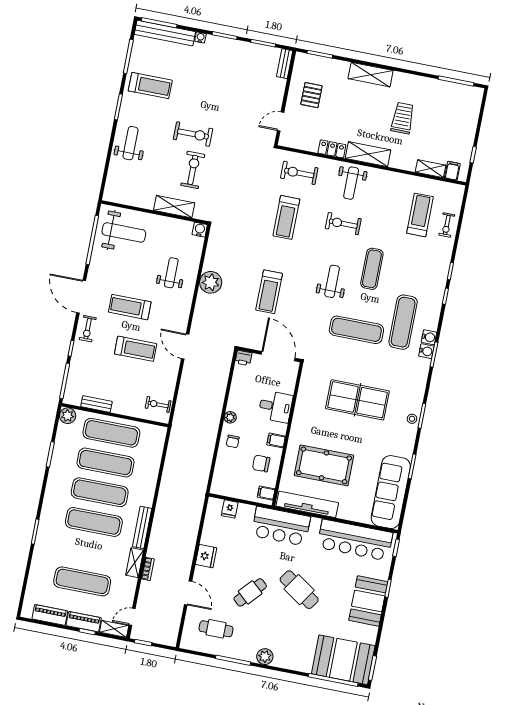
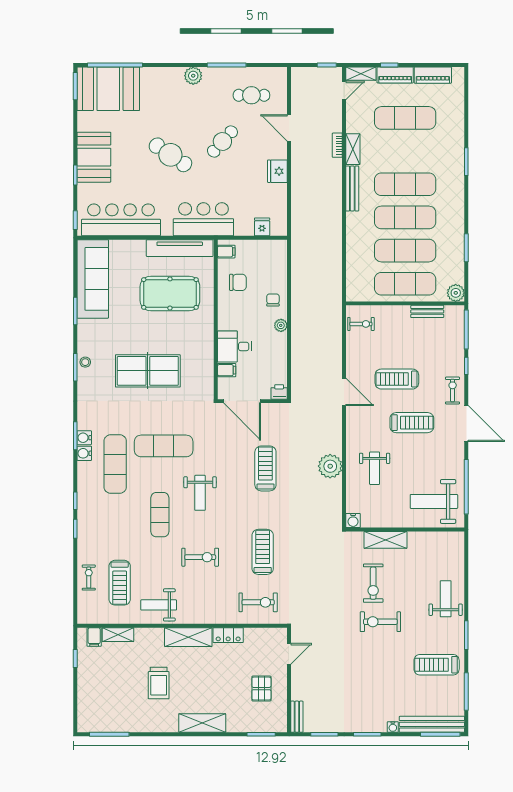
weight bench: (131, 143) -> (446, 599), turned 180
weight bench: (351, 183) -> (159, 605), moved, turned -90
filing cabinet: (276, 440) -> (227, 370), moved

